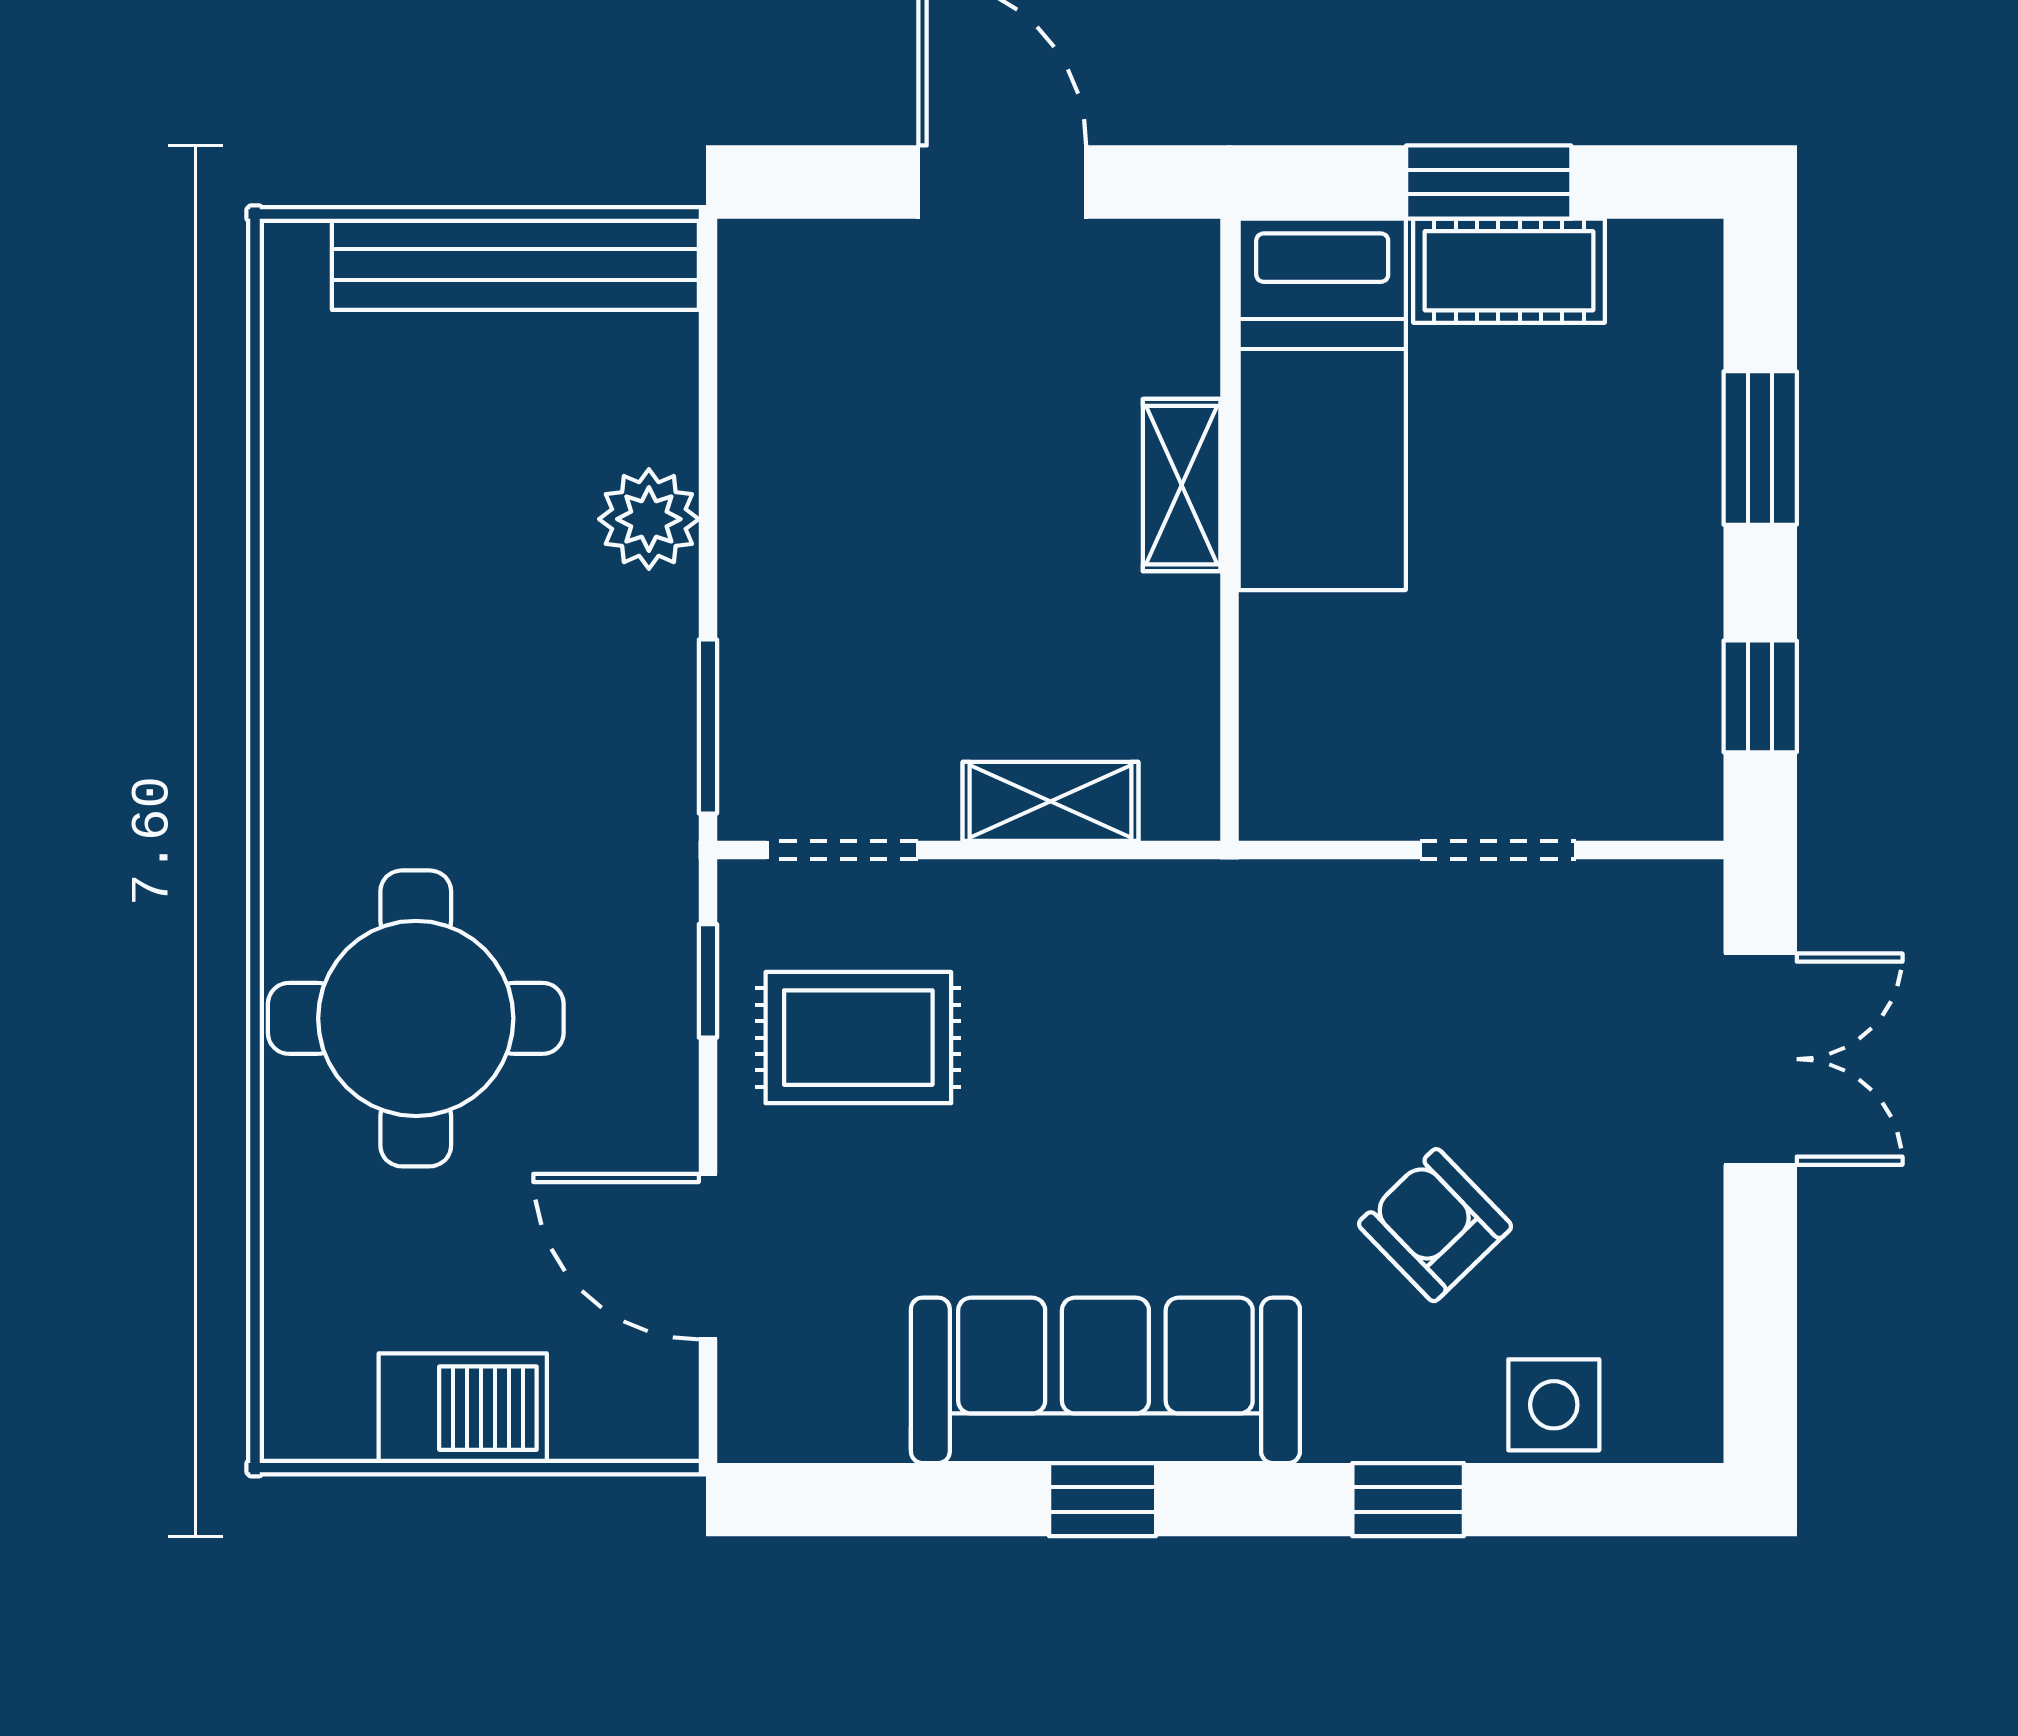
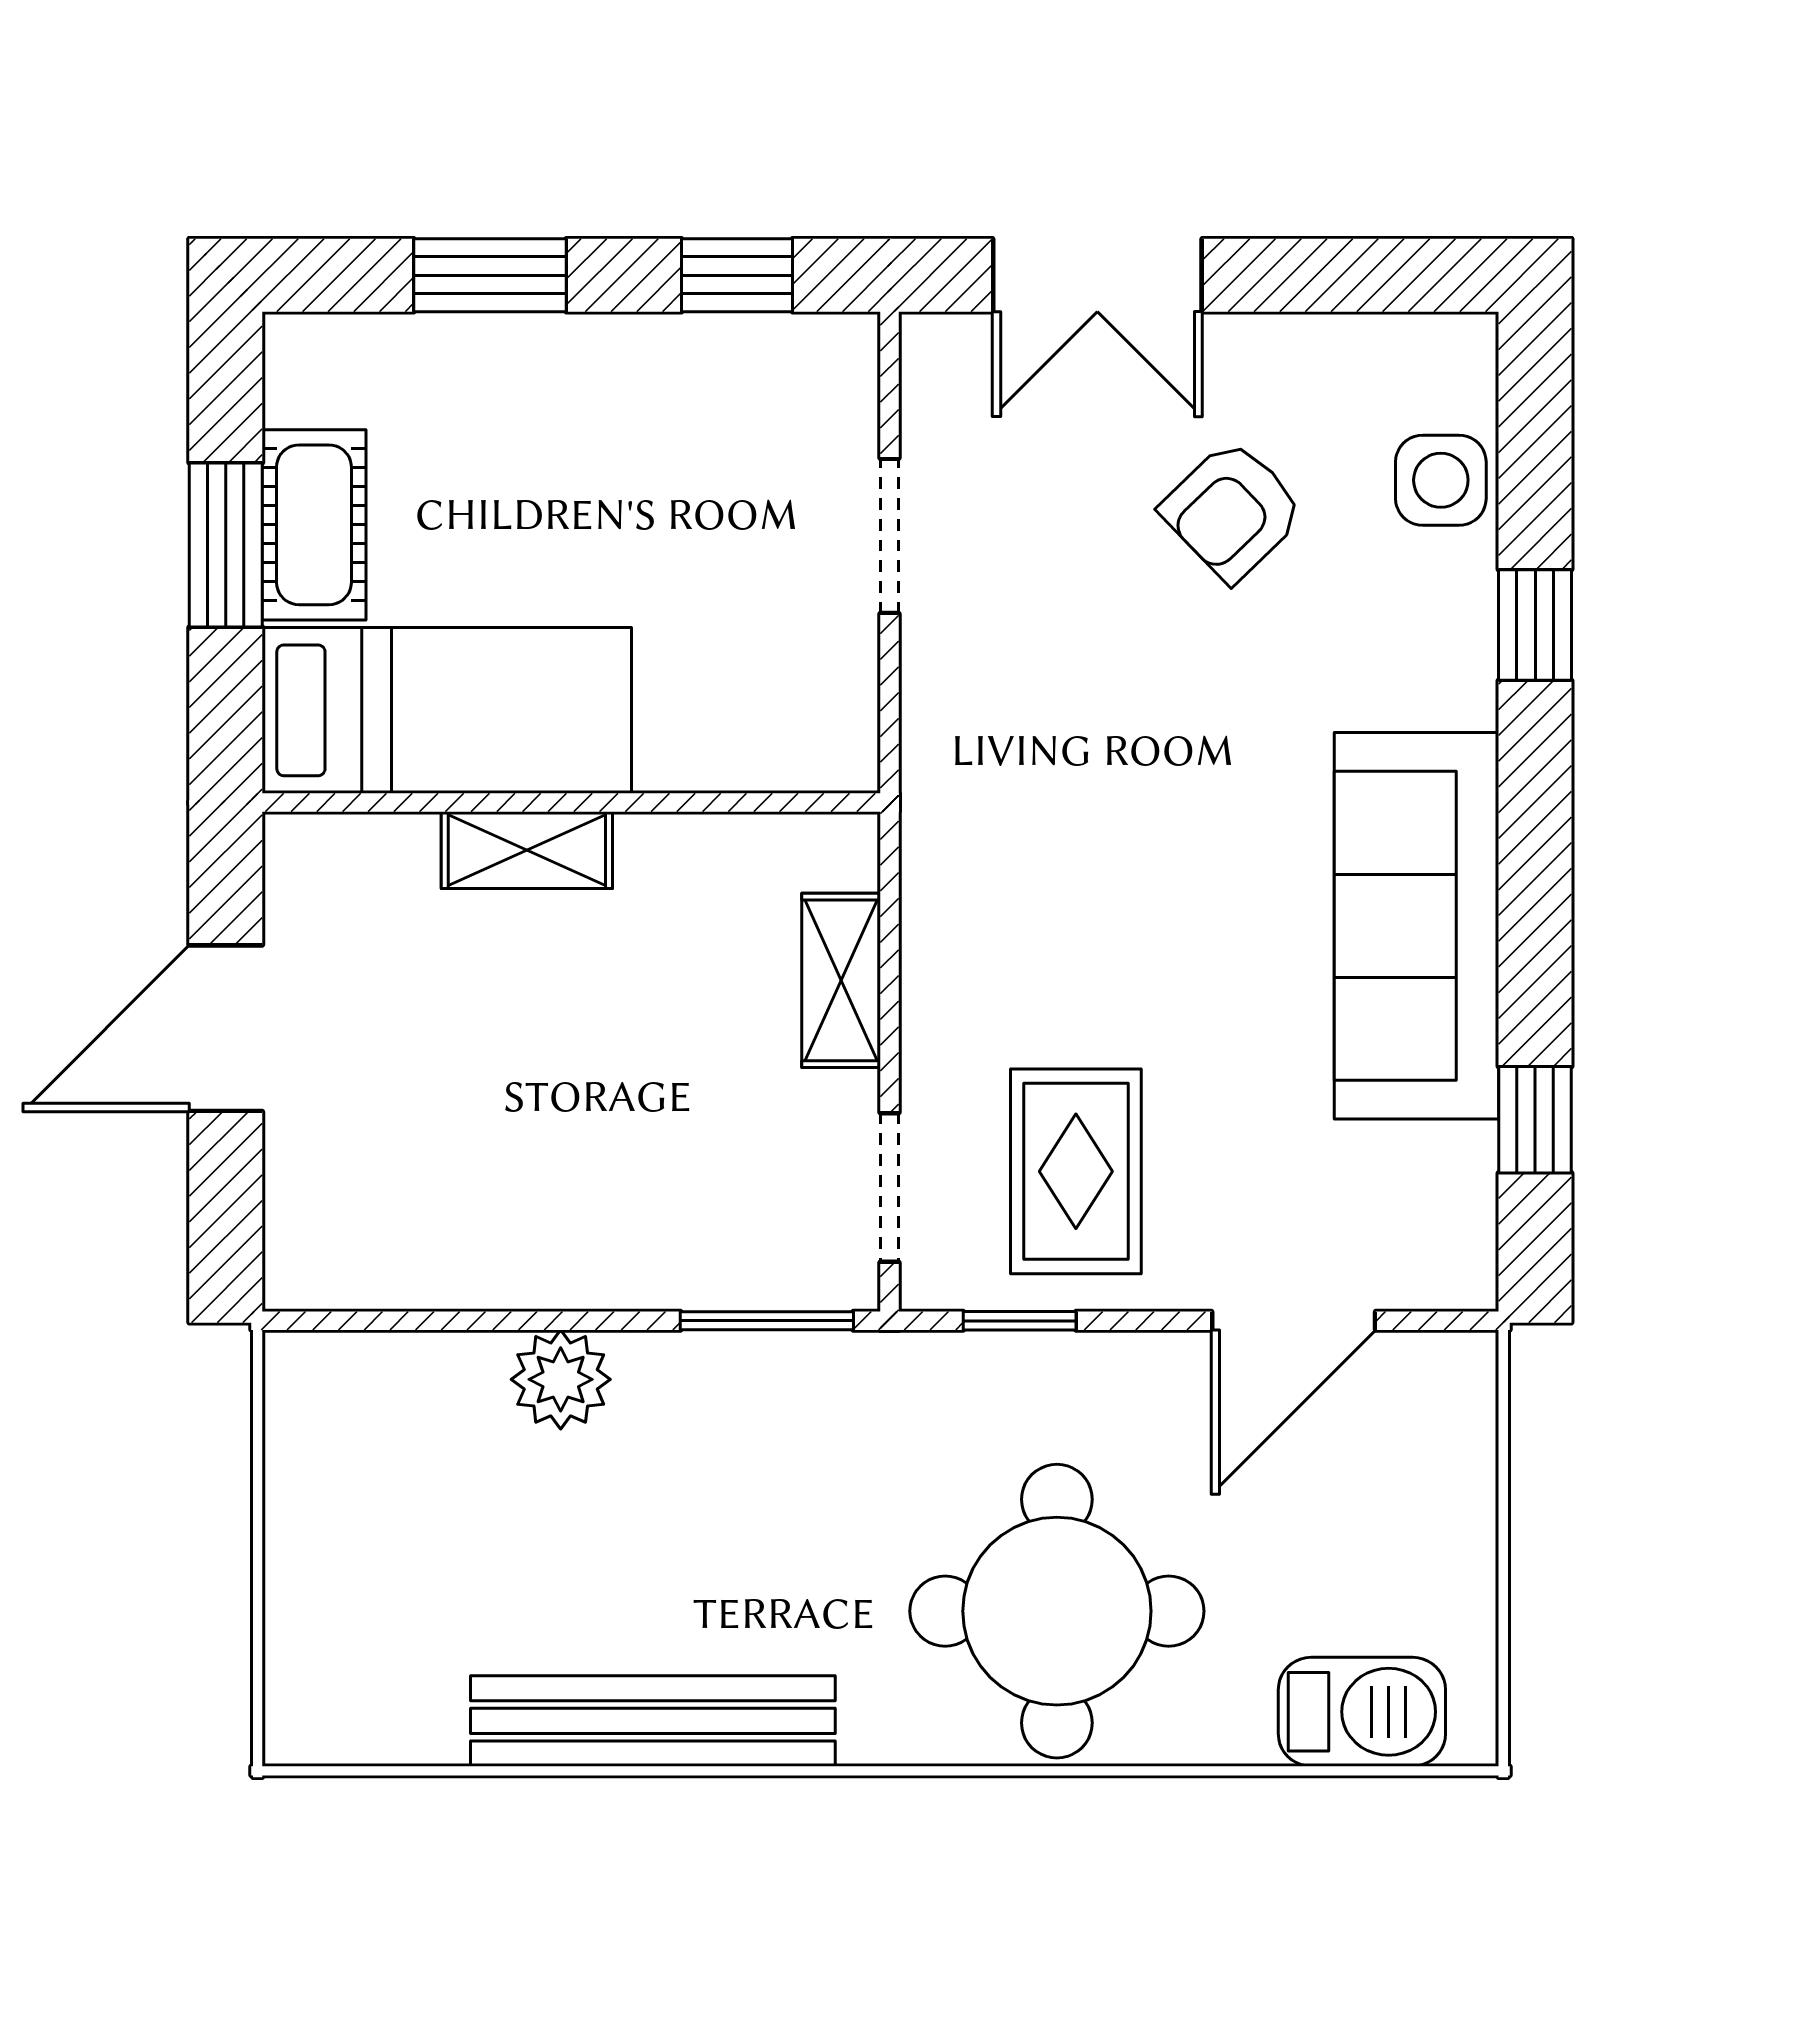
bench: (515, 264) -> (653, 1721), moved, turned 90
double door: (1760, 1059) -> (1097, 275), swing flipped
armchair: (1435, 1225) -> (1233, 511), moved
barbecue: (463, 1408) -> (1362, 1712), moved, turned 90
window: (1103, 1500) -> (1535, 1120), moved

